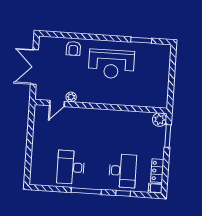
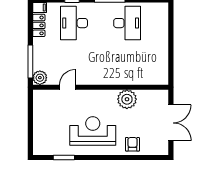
plant: (71, 97) -> (127, 99), width x1.87, depth x1.87
door: (57, 103) -> (67, 87), moved
window: (168, 136) -> (30, 62), width x1.44

